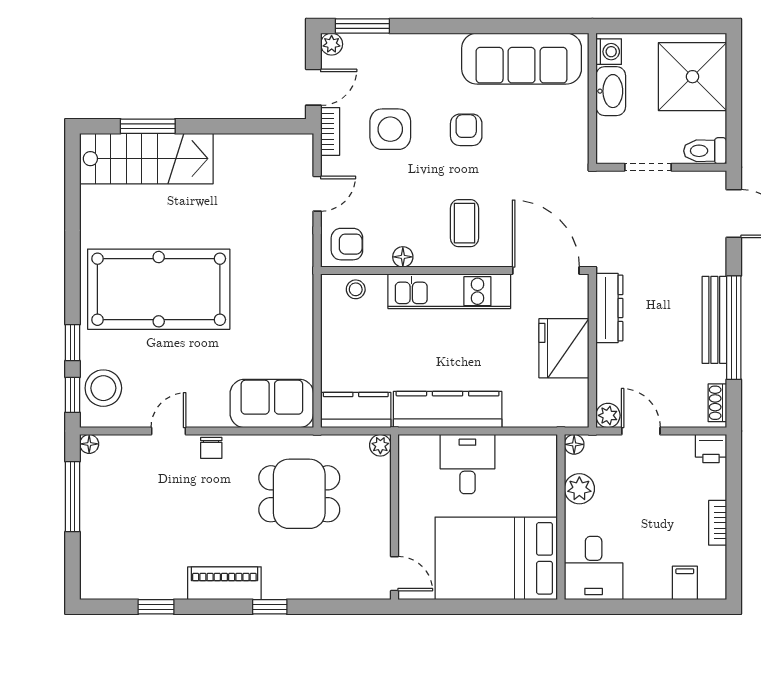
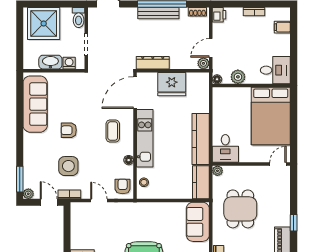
washing machine: (609, 52) -> (69, 63), moved
coffee table: (465, 223) -> (113, 131), turned 90
desk: (467, 464) -> (225, 148), moved, turned -90

